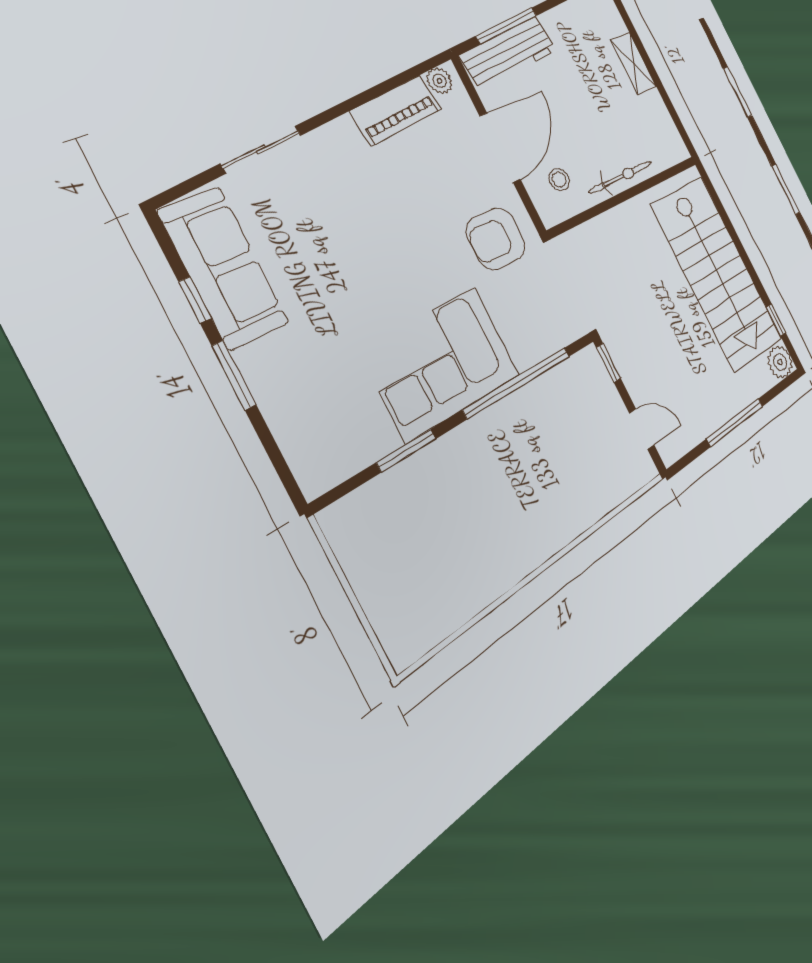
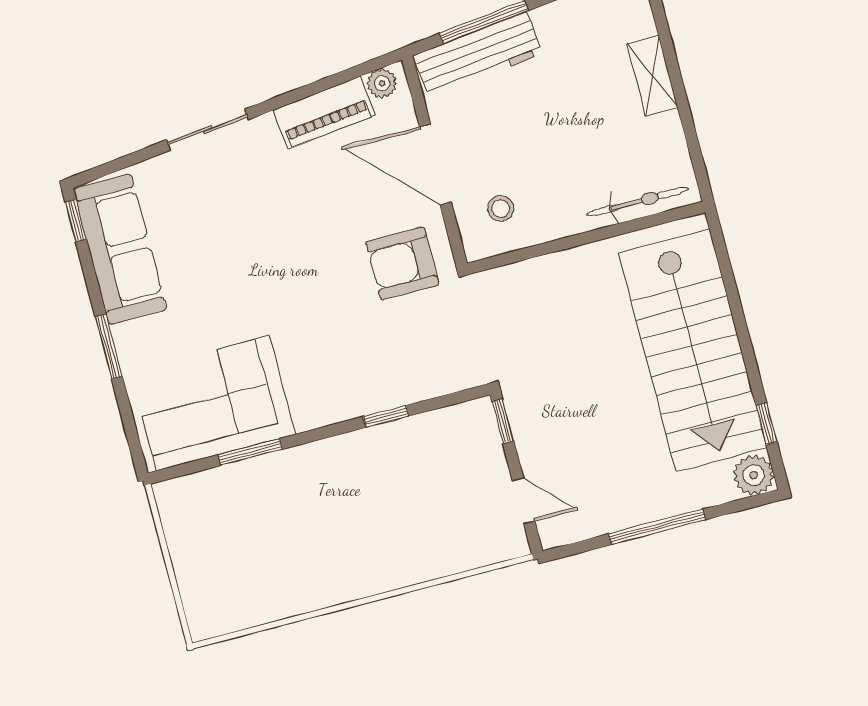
door: (500, 148) -> (435, 164), swing flipped
sliding door: (261, 149) -> (208, 130), moved
bicycle: (621, 177) -> (638, 202), moved
window: (195, 300) -> (76, 221), moved
corner sofa: (442, 363) -> (213, 403), moved
window: (518, 382) -> (386, 416), width x0.32

